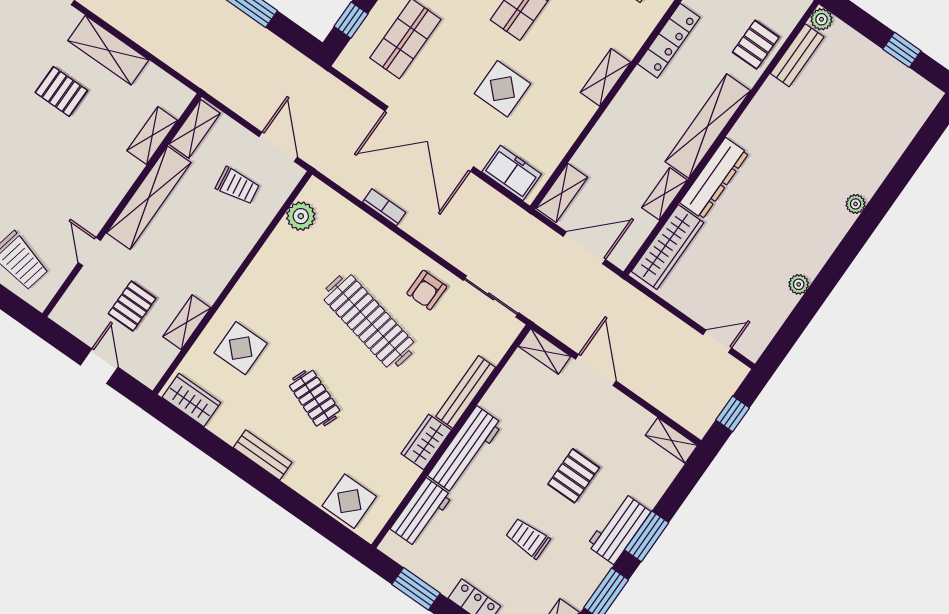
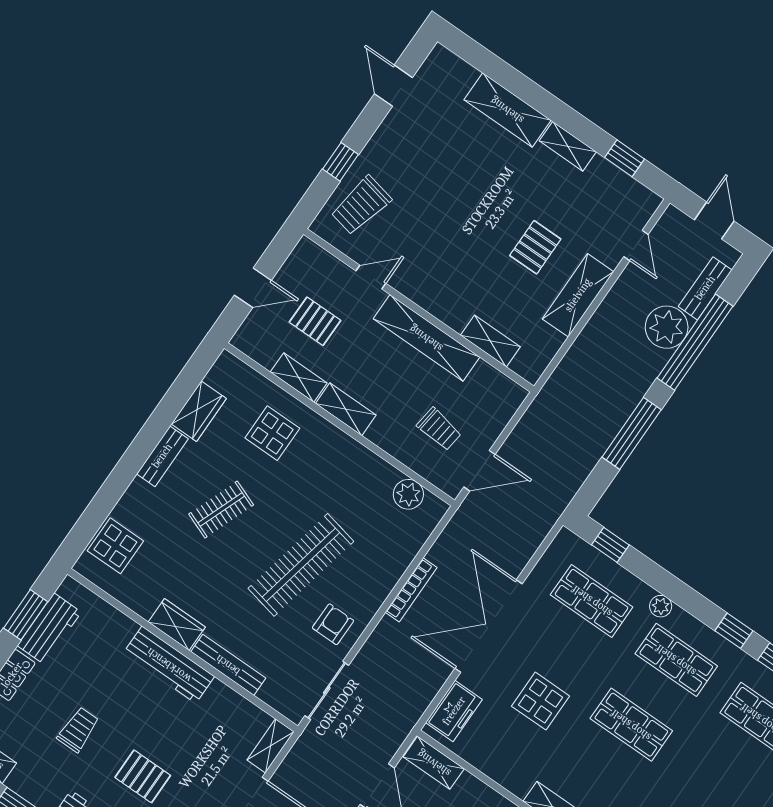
shelving: (195, 129) -> (346, 409), moved
trolley: (238, 186) -> (439, 429), turned -75
bookcase: (384, 207) -> (411, 590), width x1.56
armchair: (427, 290) -> (333, 624), turned 90
wardrobe: (191, 400) -> (199, 411), moved
workbench: (421, 512) -> (49, 629), moved, turned -90

